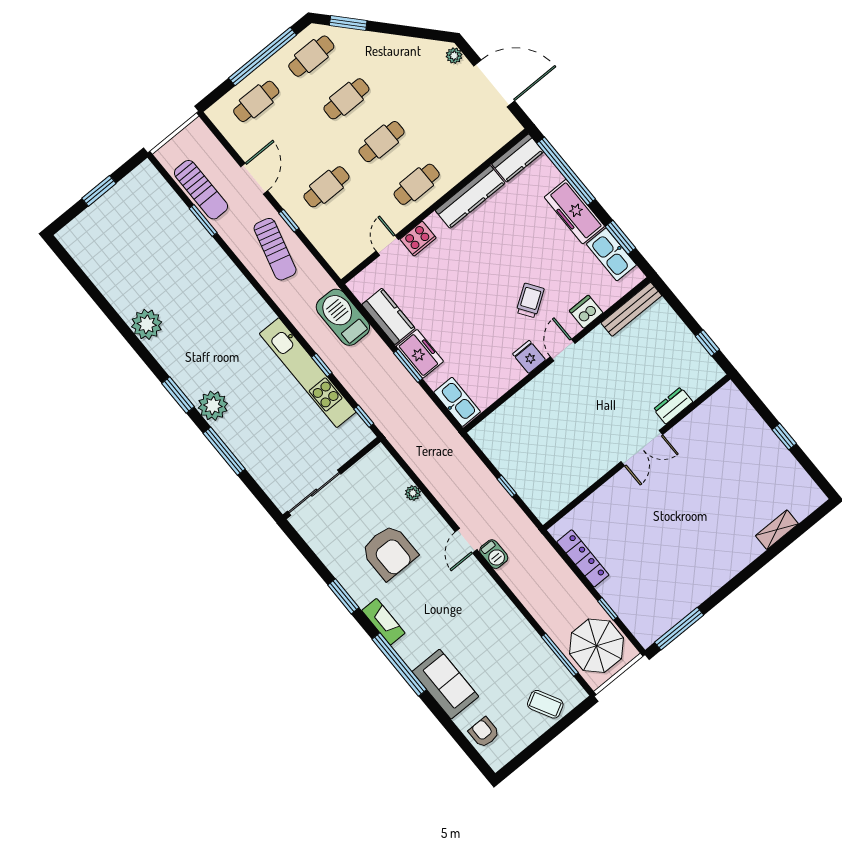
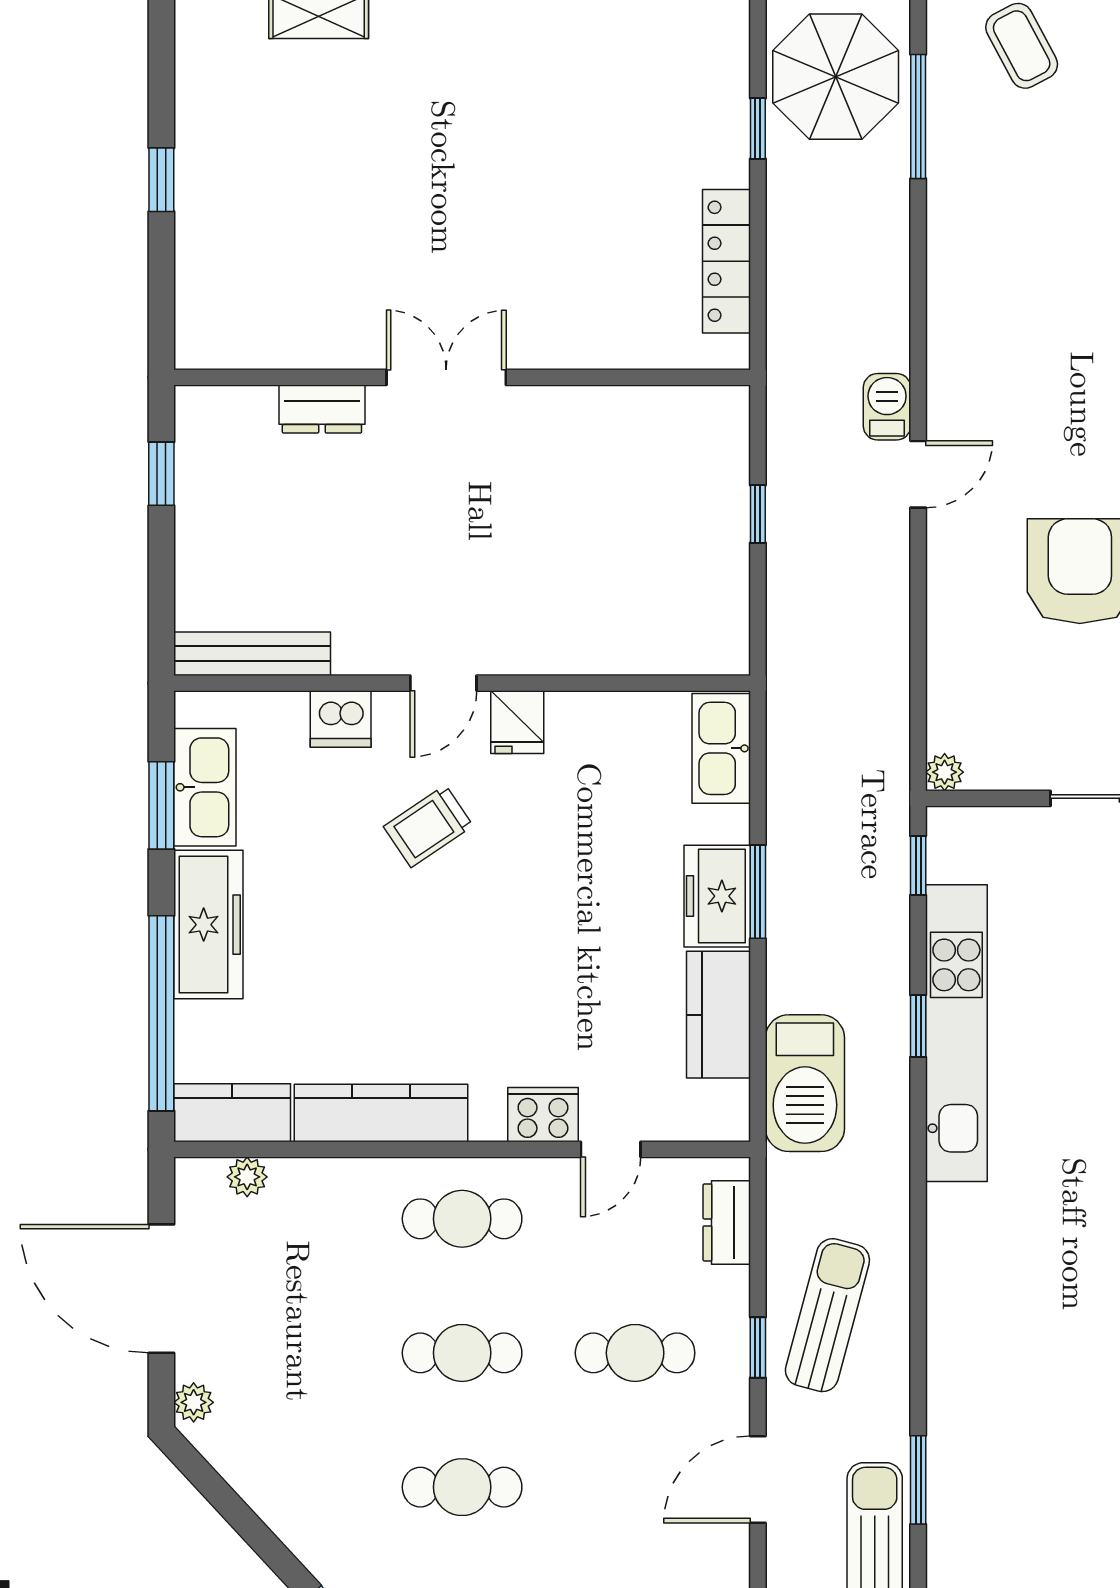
plant: (496, 141) -> (247, 1177), added
dresser: (331, 252) -> (727, 1222), added
plant: (413, 493) -> (945, 772), moved

